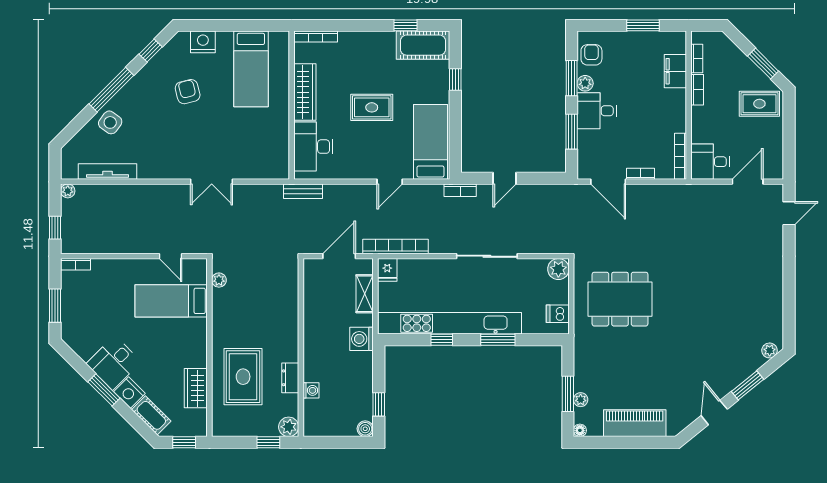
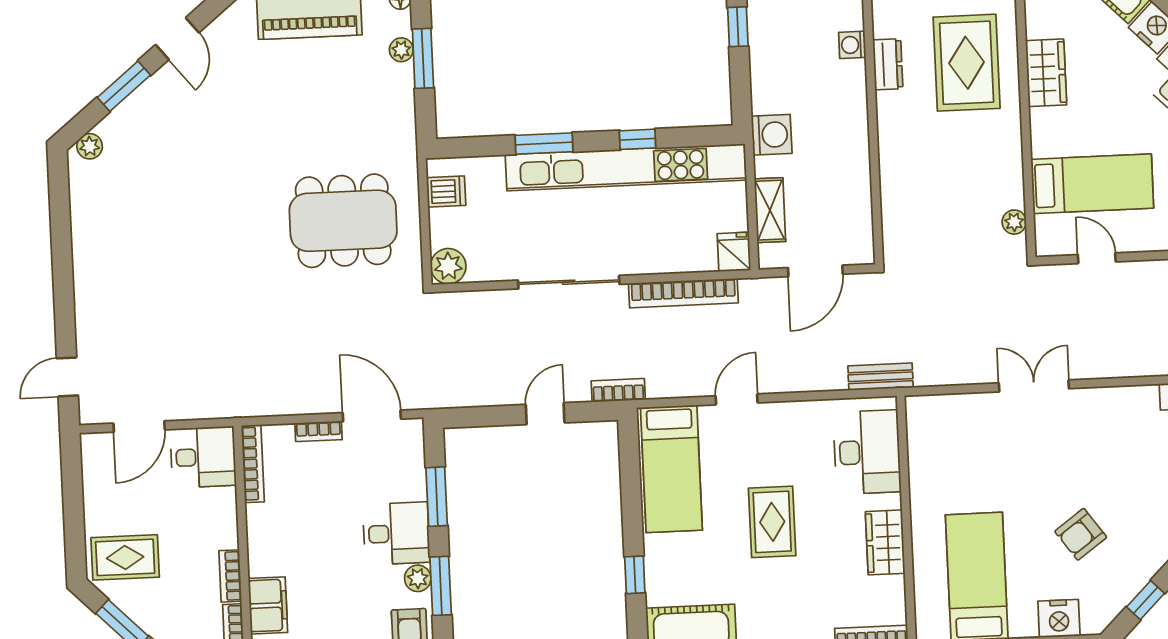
armchair: (188, 92) -> (1081, 534), turned 68
wardrobe: (305, 92) -> (885, 542), width x0.67
rug: (372, 107) -> (772, 522), turned 90
bookcase: (396, 247) -> (683, 293), moved
wardrobe: (196, 388) -> (1046, 73), moved

